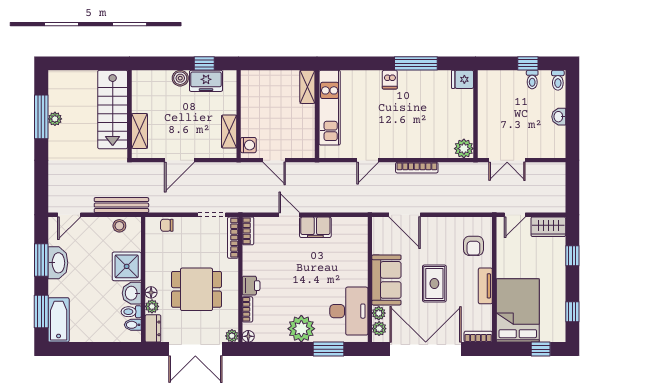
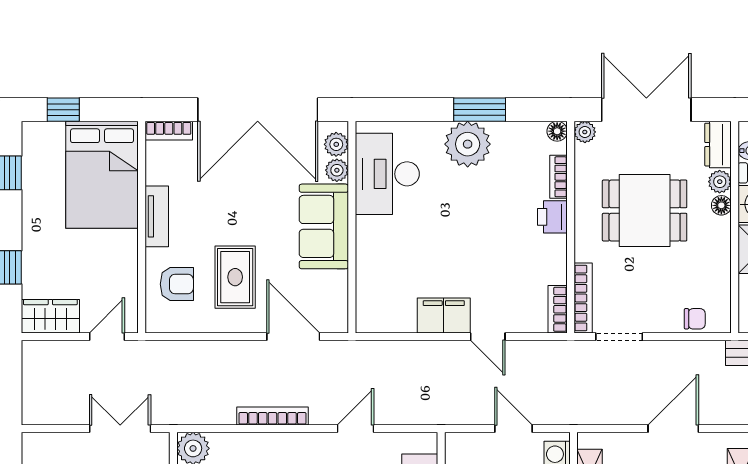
armchair: (473, 246) -> (177, 284), turned 90
rug: (434, 283) -> (235, 277), moved
window: (328, 349) -> (480, 110), moved

